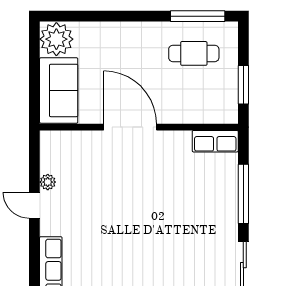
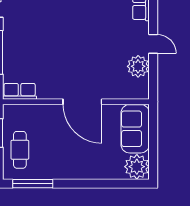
cafe table: (194, 53) -> (20, 150), moved, turned 90
plant: (48, 182) -> (138, 66), width x1.88, depth x1.88

